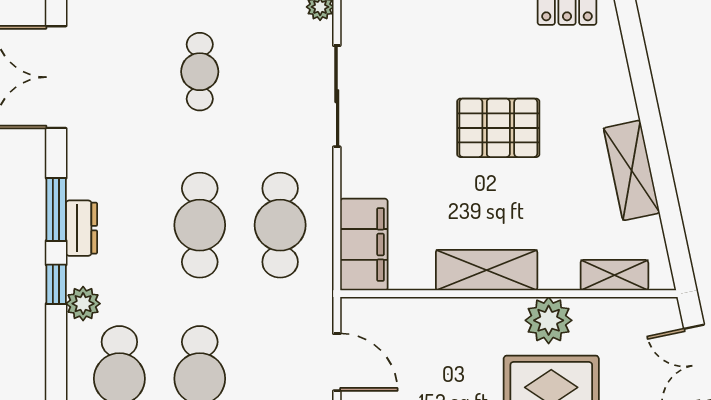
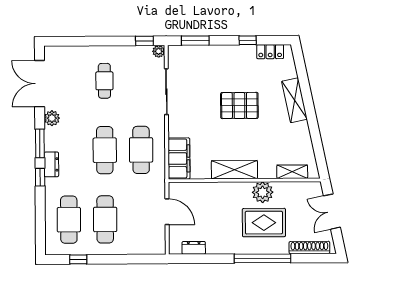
shelving: (632, 170) -> (294, 100), moved
dresser: (81, 228) -> (51, 164), moved
plant: (83, 304) -> (52, 118), moved

